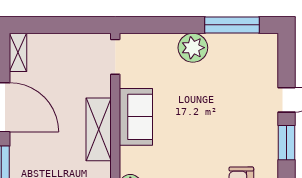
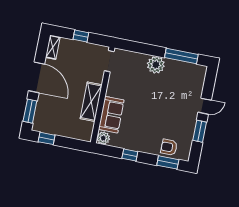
window: (60, 25) -> (81, 36), added
sofa: (136, 117) -> (111, 115), moved

